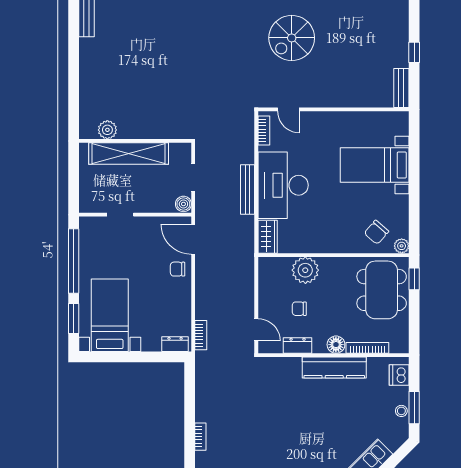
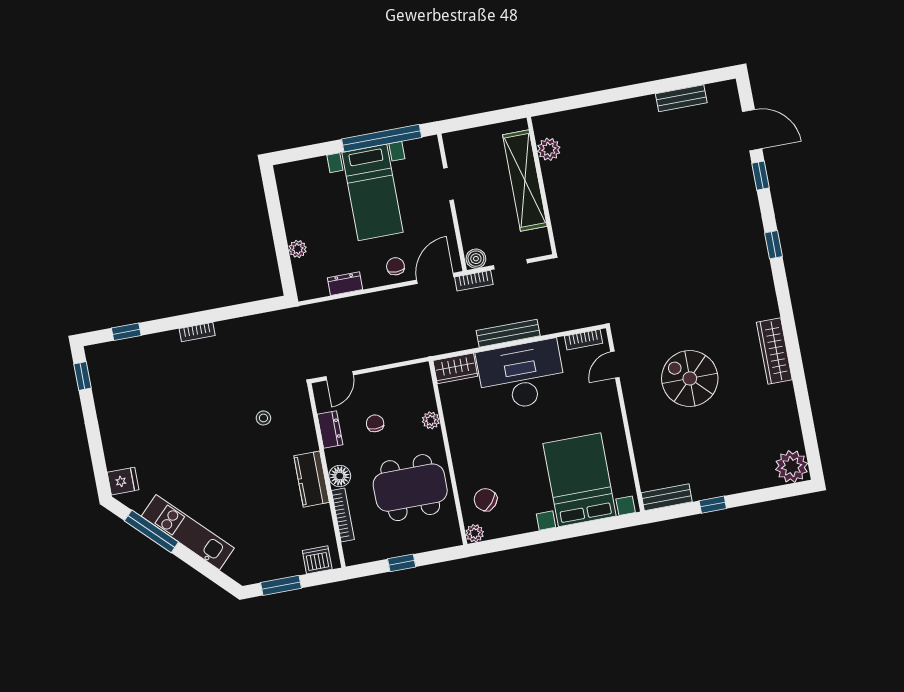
spiral stairs: (292, 38) -> (690, 378), moved
bed with nightstands: (375, 165) -> (580, 480), width x1.36
plant: (305, 270) -> (431, 420), width x0.53, depth x0.53
window: (414, 279) -> (402, 563), moved
dining table: (382, 290) -> (410, 488), moved
bed with nightstands: (110, 315) -> (373, 192), moved, turned 90
window: (74, 318) -> (312, 151), removed
bookcase: (201, 335) -> (474, 281), moved
plant: (149, 344) -> (298, 249), added
dresser: (175, 344) -> (345, 284), moved, turned -90
kitchen counter: (334, 367) -> (312, 479), width x0.67
stool: (401, 411) -> (263, 418), moved

